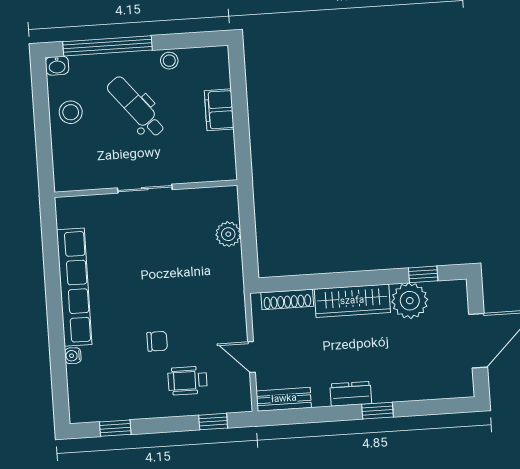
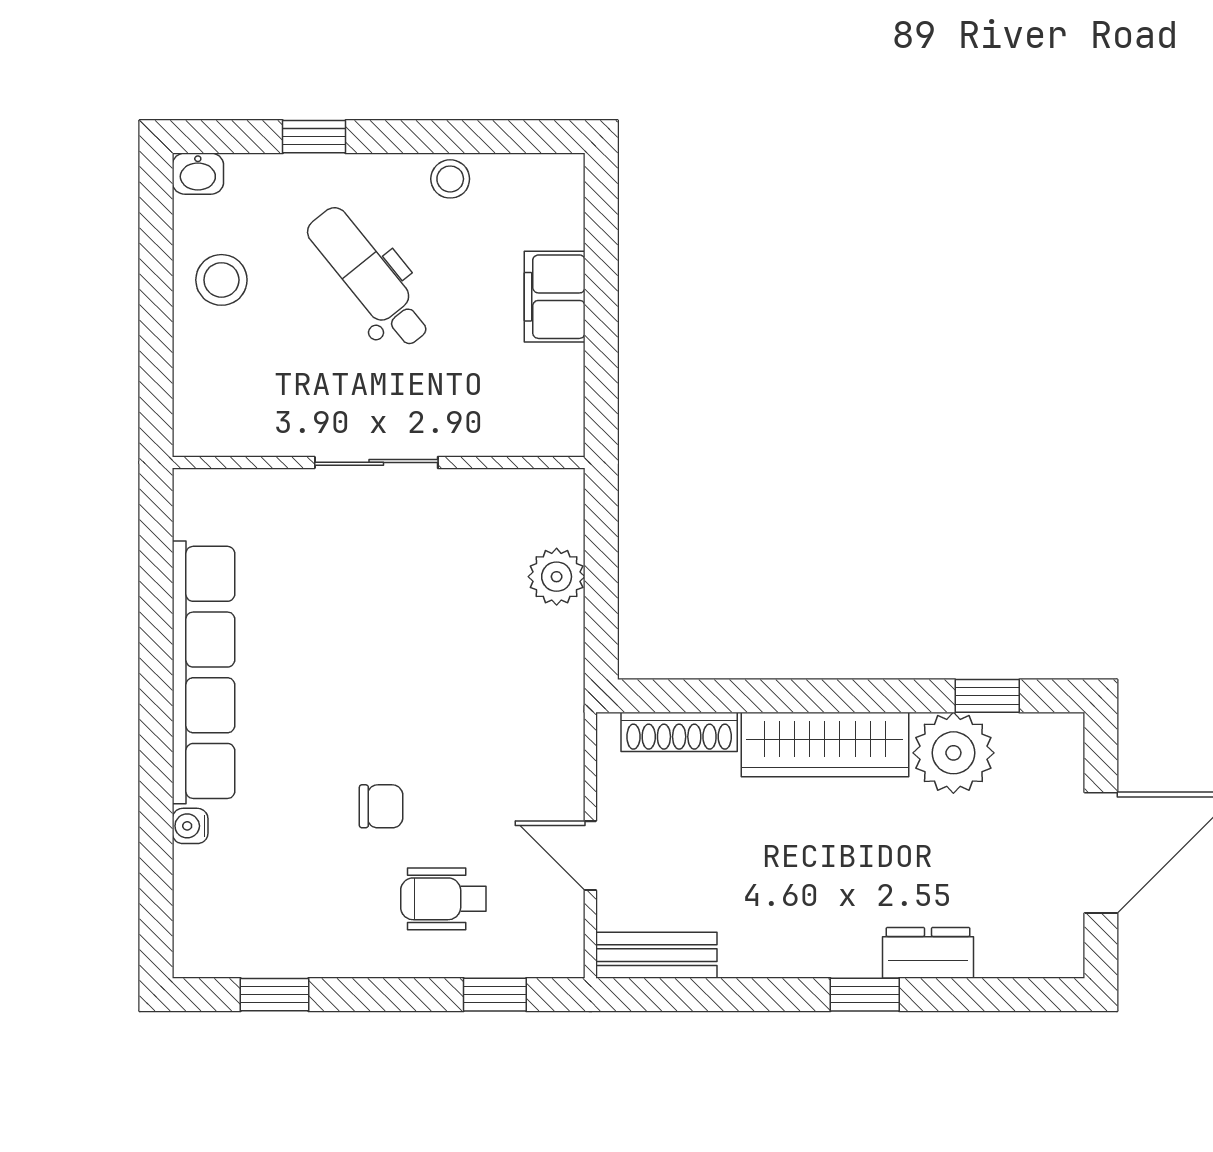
window: (108, 46) -> (314, 137), width x0.32
dresser: (351, 394) -> (928, 953), moved

